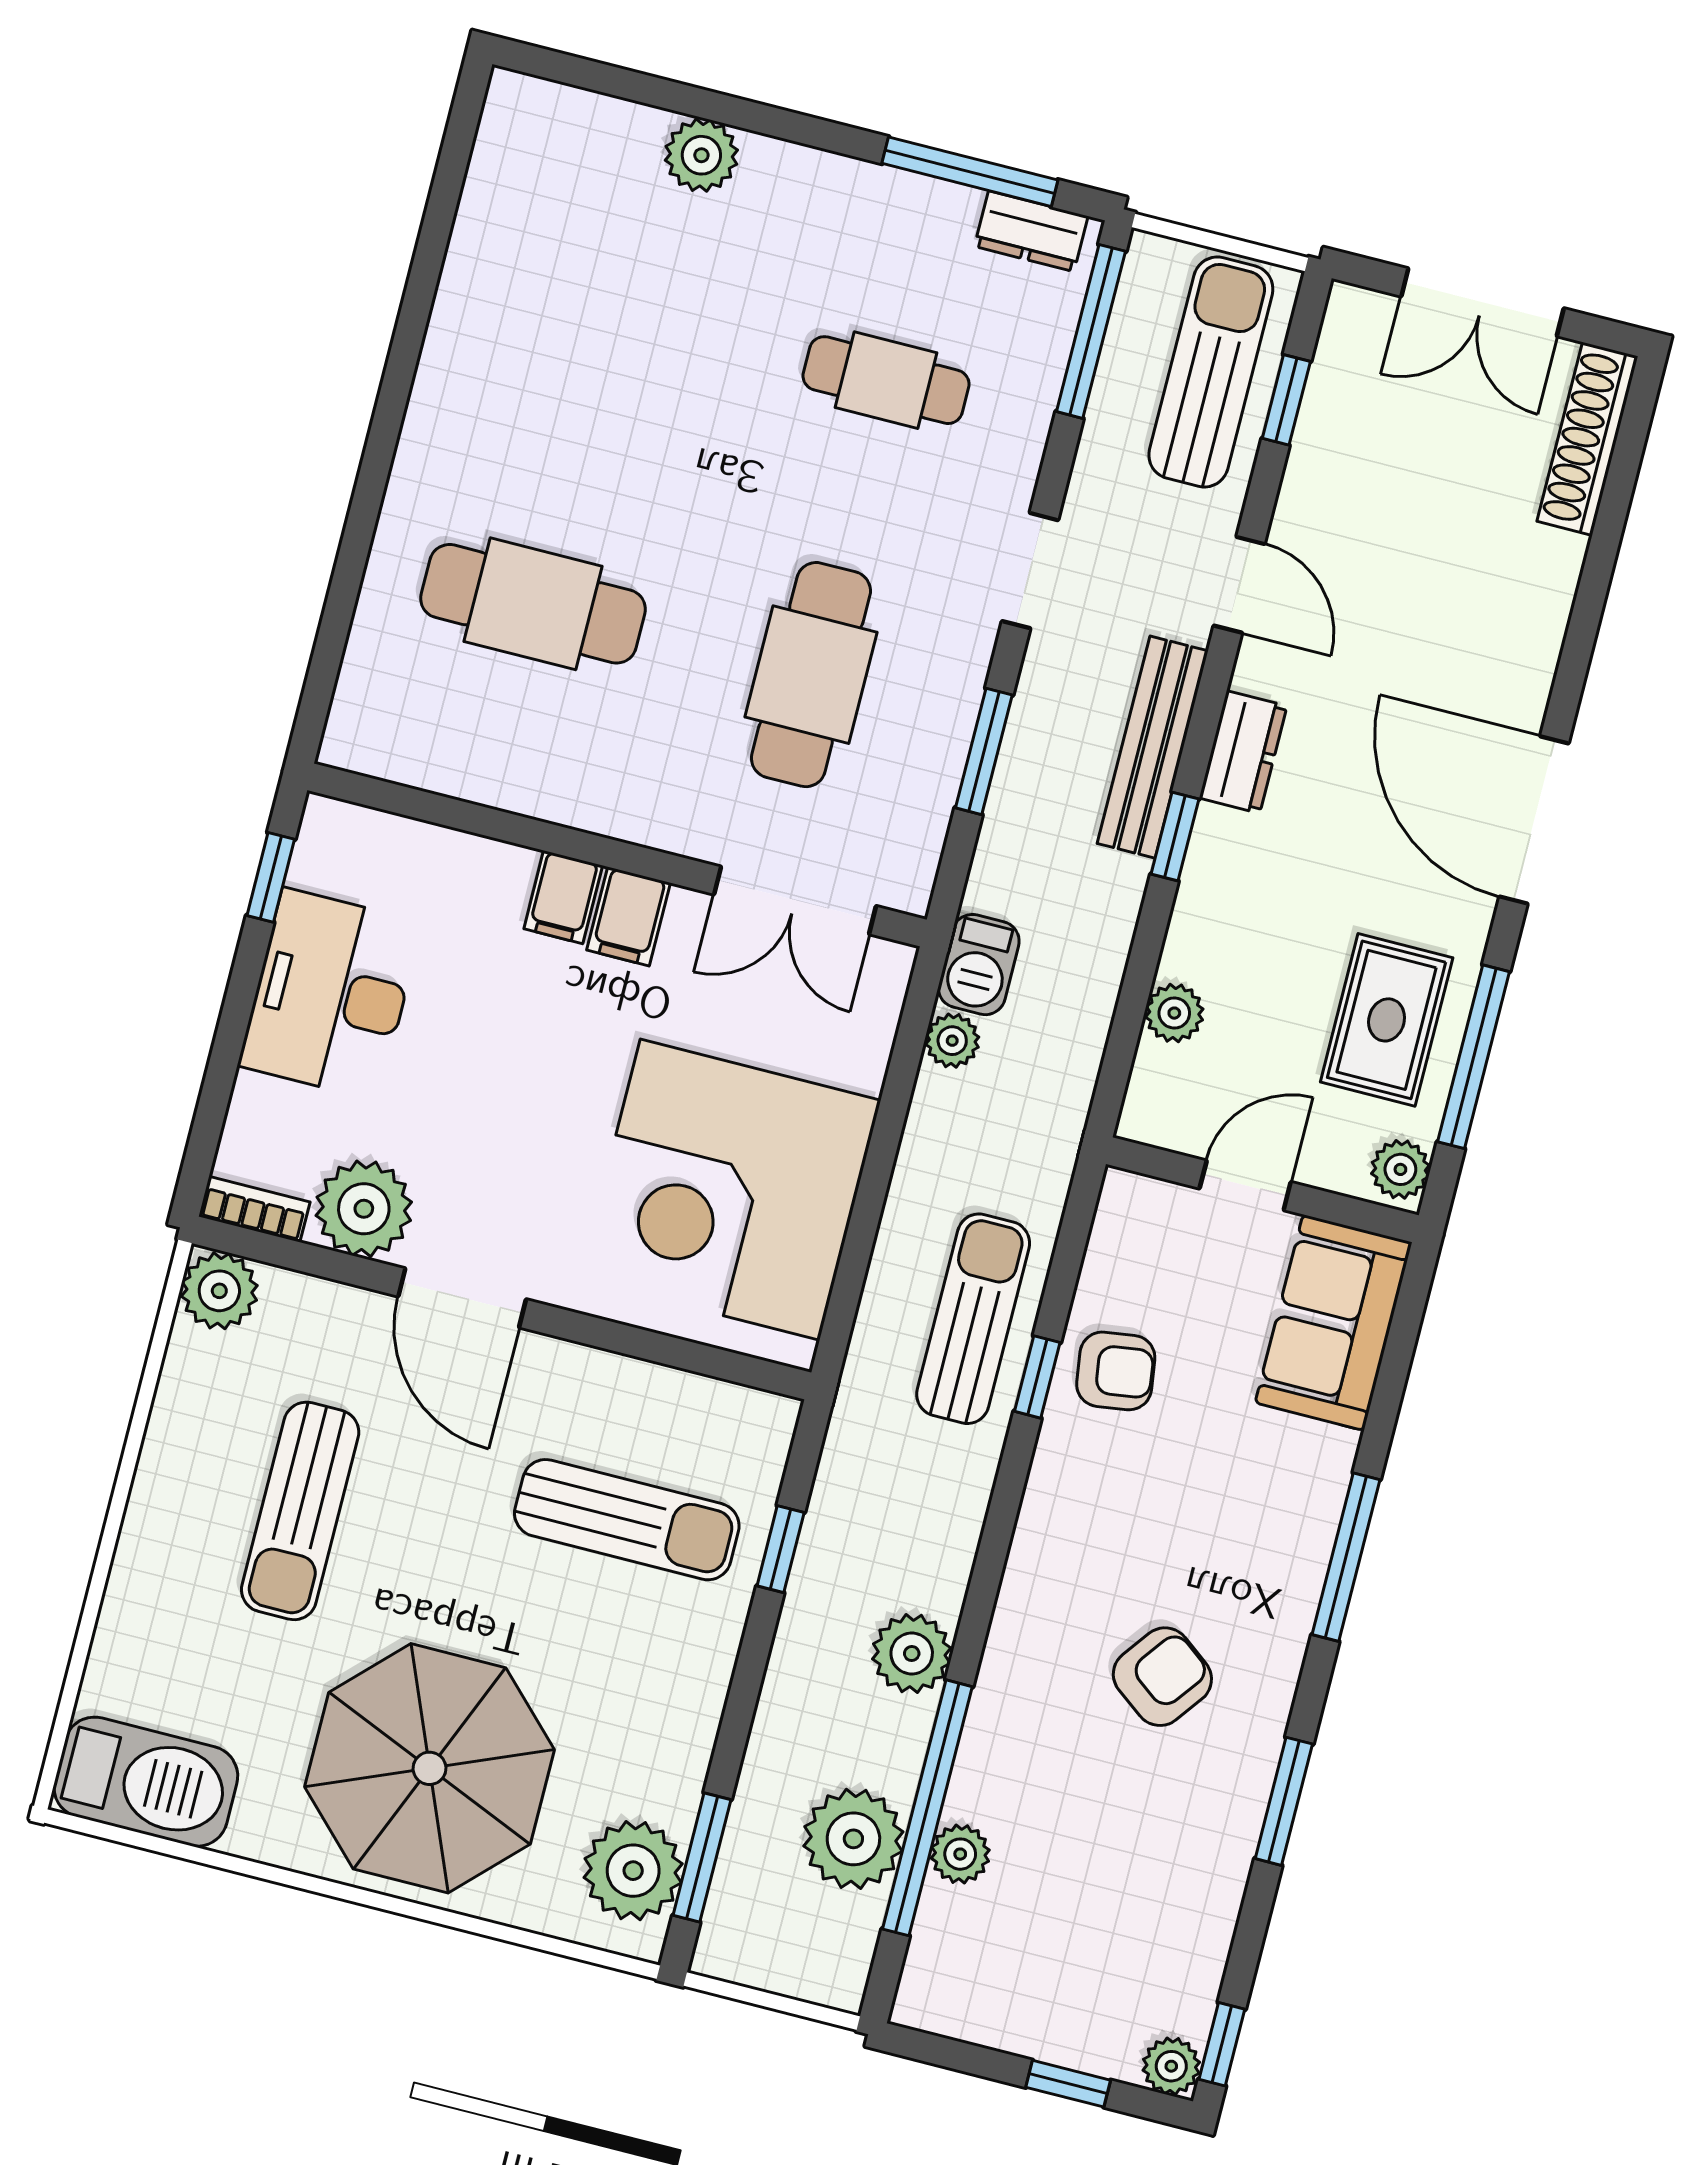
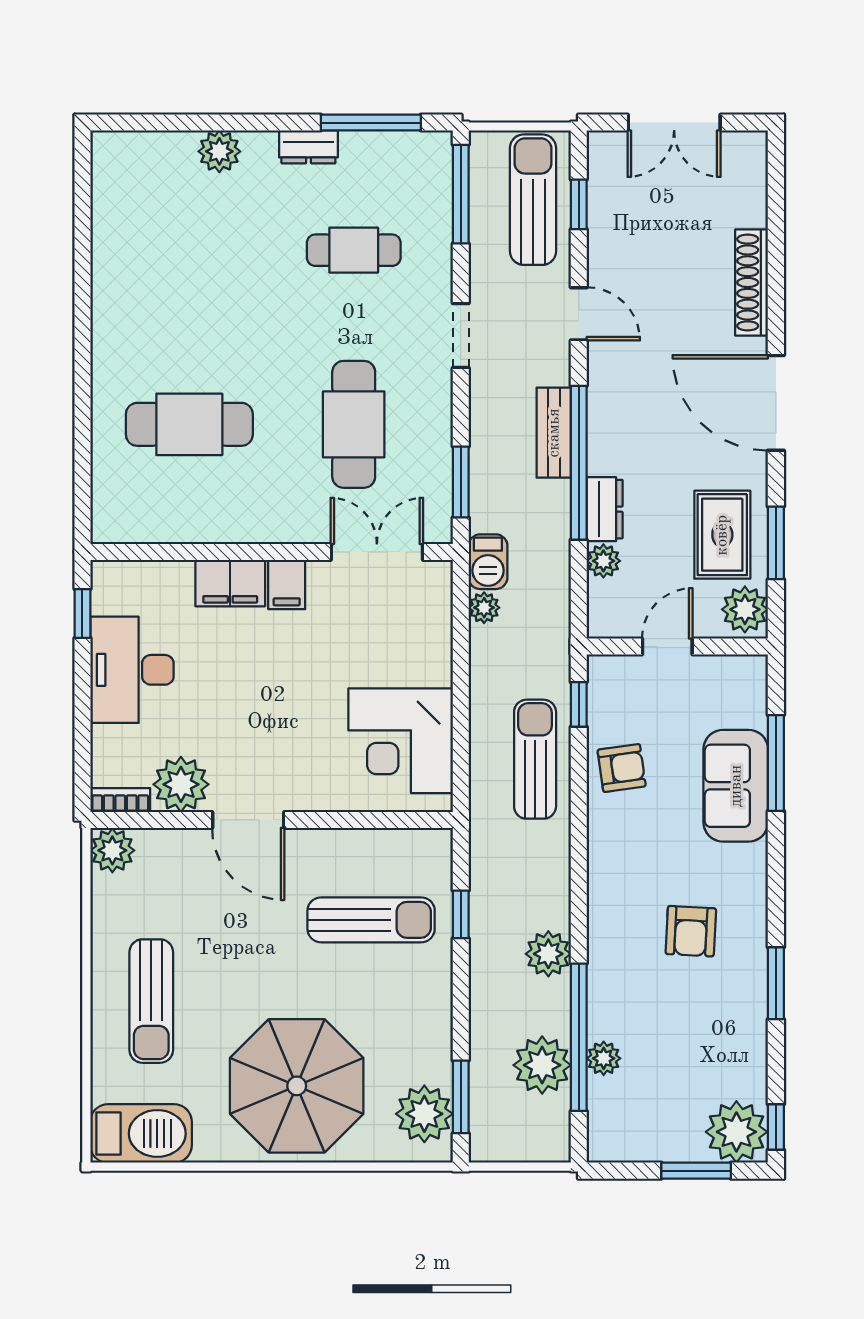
dresser: (1031, 231) -> (308, 147), moved
shoe rack: (1587, 439) -> (752, 282), moved
bench: (1153, 747) -> (554, 433), width x0.73
window: (984, 751) -> (461, 482), moved
dresser: (1243, 752) -> (605, 509), moved
window: (1175, 837) -> (579, 463), width x3.17
filing cabinet: (563, 897) -> (230, 583), width x2.00
double door: (795, 900) -> (377, 552), swing flipped
window: (1474, 1057) -> (776, 543), width x0.69
plant: (1400, 1169) -> (745, 609), width x1.38, depth x1.38
corner desk: (730, 1190) -> (401, 741), width x0.74, depth x0.74
sofa: (1334, 1323) -> (736, 786), moved
window: (1037, 1377) -> (579, 704), moved
sun lounger: (300, 1511) -> (151, 1001), moved
window: (1346, 1557) -> (776, 763), moved
armchair: (1162, 1677) -> (691, 931), turned 146
plant: (1171, 2066) -> (736, 1132), width x1.87, depth x1.87
window: (1068, 2084) -> (696, 1171), width x1.50

